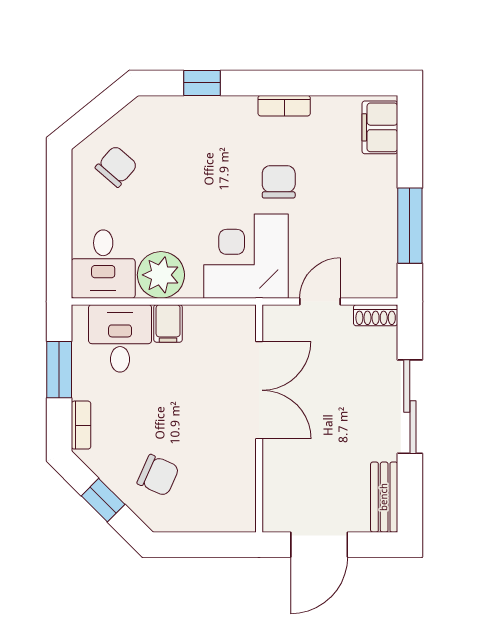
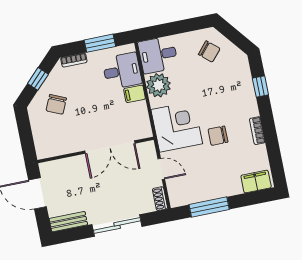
chair: (279, 182) -> (218, 136), turned 180

